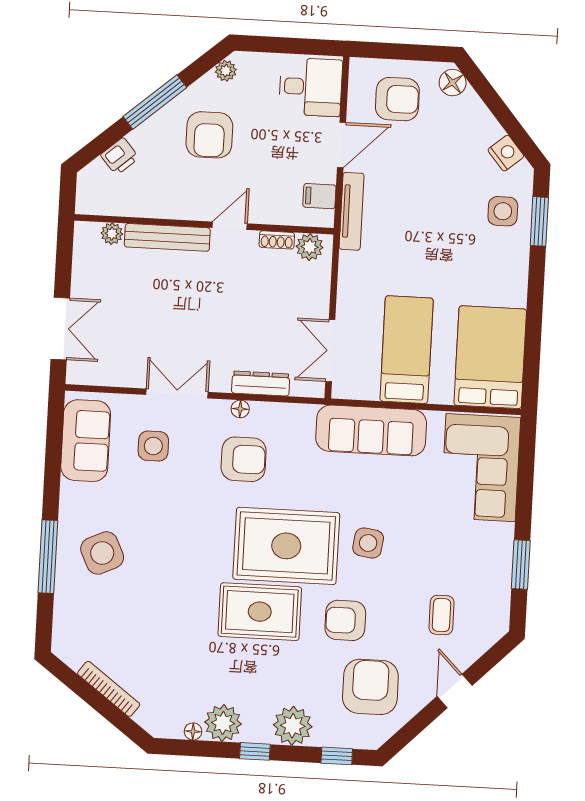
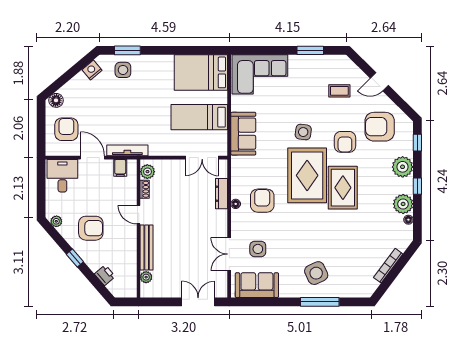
window: (155, 102) -> (75, 258), width x0.46
double door: (177, 393) -> (229, 254), moved
sofa: (371, 430) -> (243, 134), width x0.73

